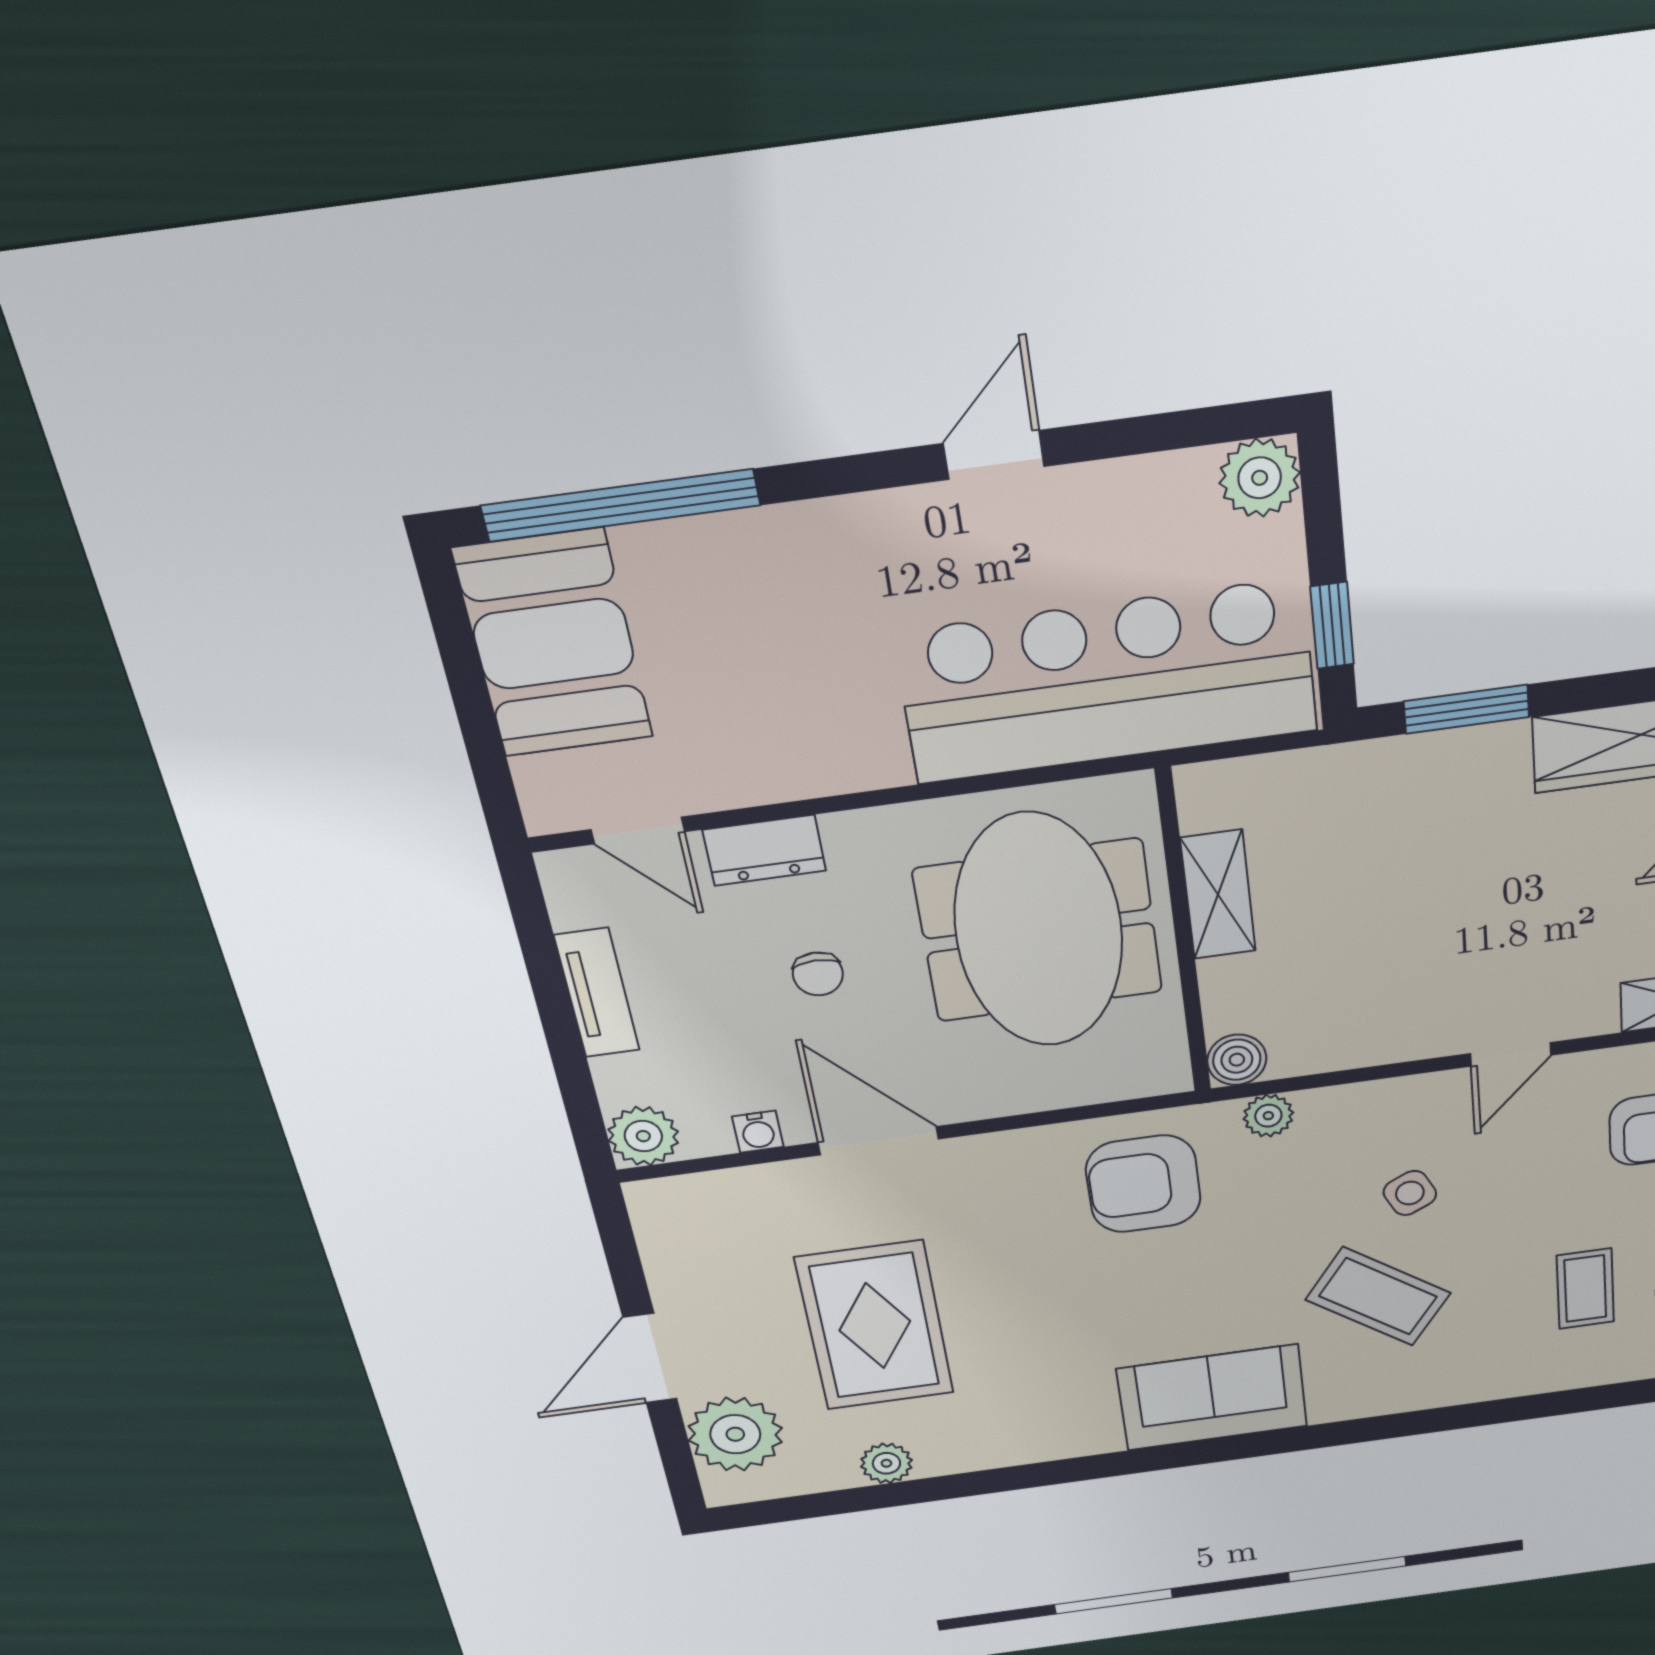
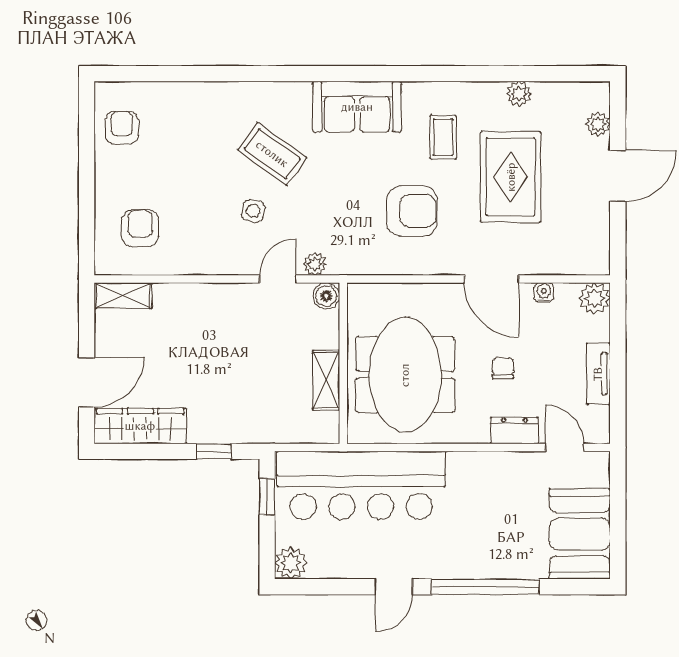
window: (621, 505) -> (485, 587), moved
window: (1467, 709) -> (214, 451), width x0.67
door: (1510, 1054) -> (278, 279), moved
armchair: (1143, 1184) -> (412, 211), moved
side table: (1410, 1193) -> (253, 211), turned 37
coffee table: (1585, 1289) -> (443, 137), moved
plant: (735, 1434) -> (598, 124), width x0.53, depth x0.53

